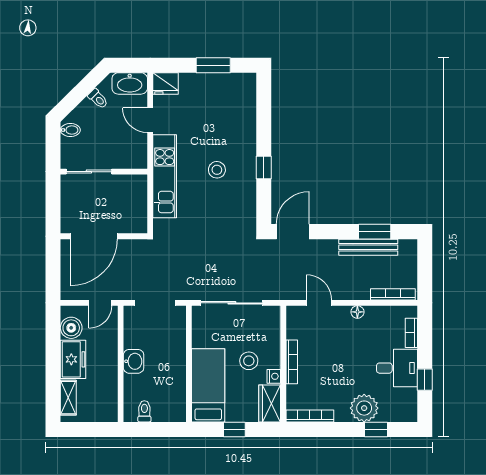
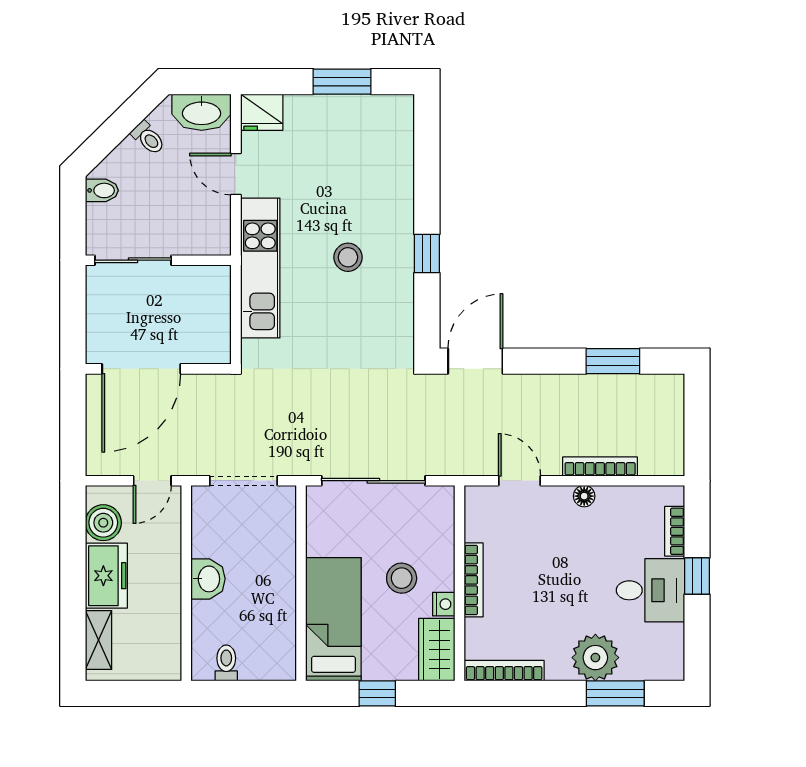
bench: (368, 247) -> (602, 387), removed
bookcase: (393, 294) -> (600, 466), moved
window: (425, 380) -> (697, 576), moved
window: (376, 429) -> (615, 693), width x1.50

